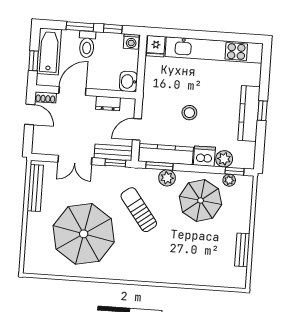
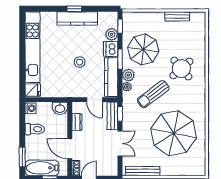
window: (80, 27) -> (22, 157), moved
window: (113, 29) -> (22, 122), removed
toilet: (87, 44) -> (35, 129), moved
window: (159, 166) -> (120, 59), moved
plant: (229, 180) -> (127, 87), moved
round table: (171, 251) -> (181, 69), added

